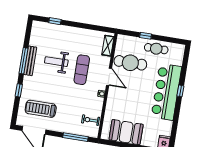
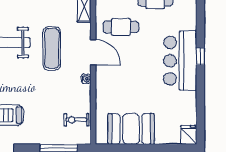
cafe table: (130, 63) -> (121, 27), width x0.73, depth x0.74
bar counter: (166, 92) -> (180, 61), width x0.73

